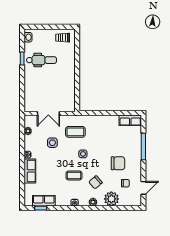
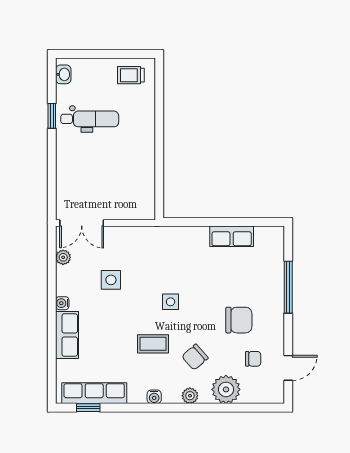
double door: (48, 113) -> (82, 223), moved
row of seats: (130, 120) -> (232, 236), moved
coffee table: (75, 132) -> (156, 259), removed
row of seats: (44, 201) -> (94, 393), width x1.48

